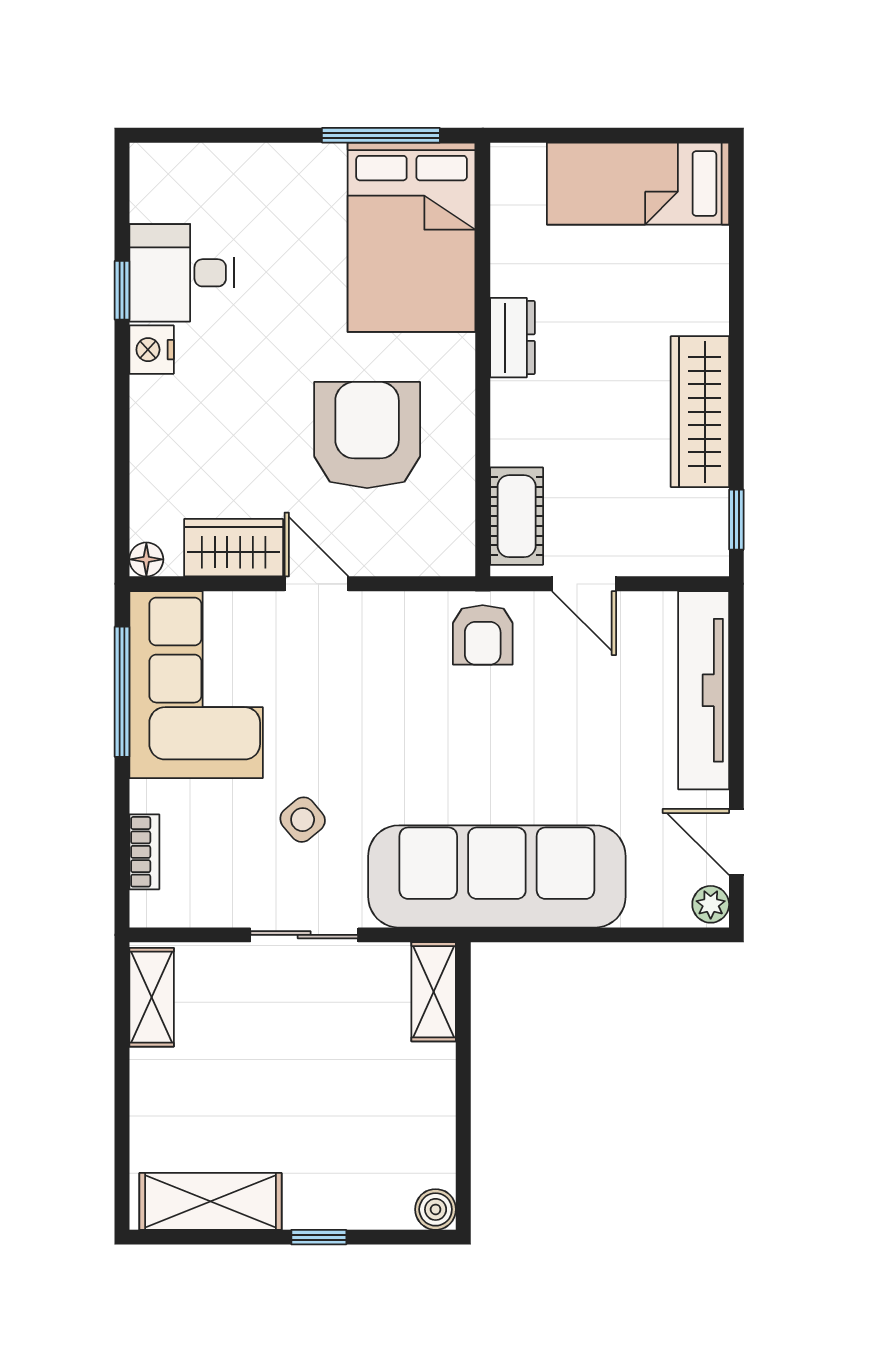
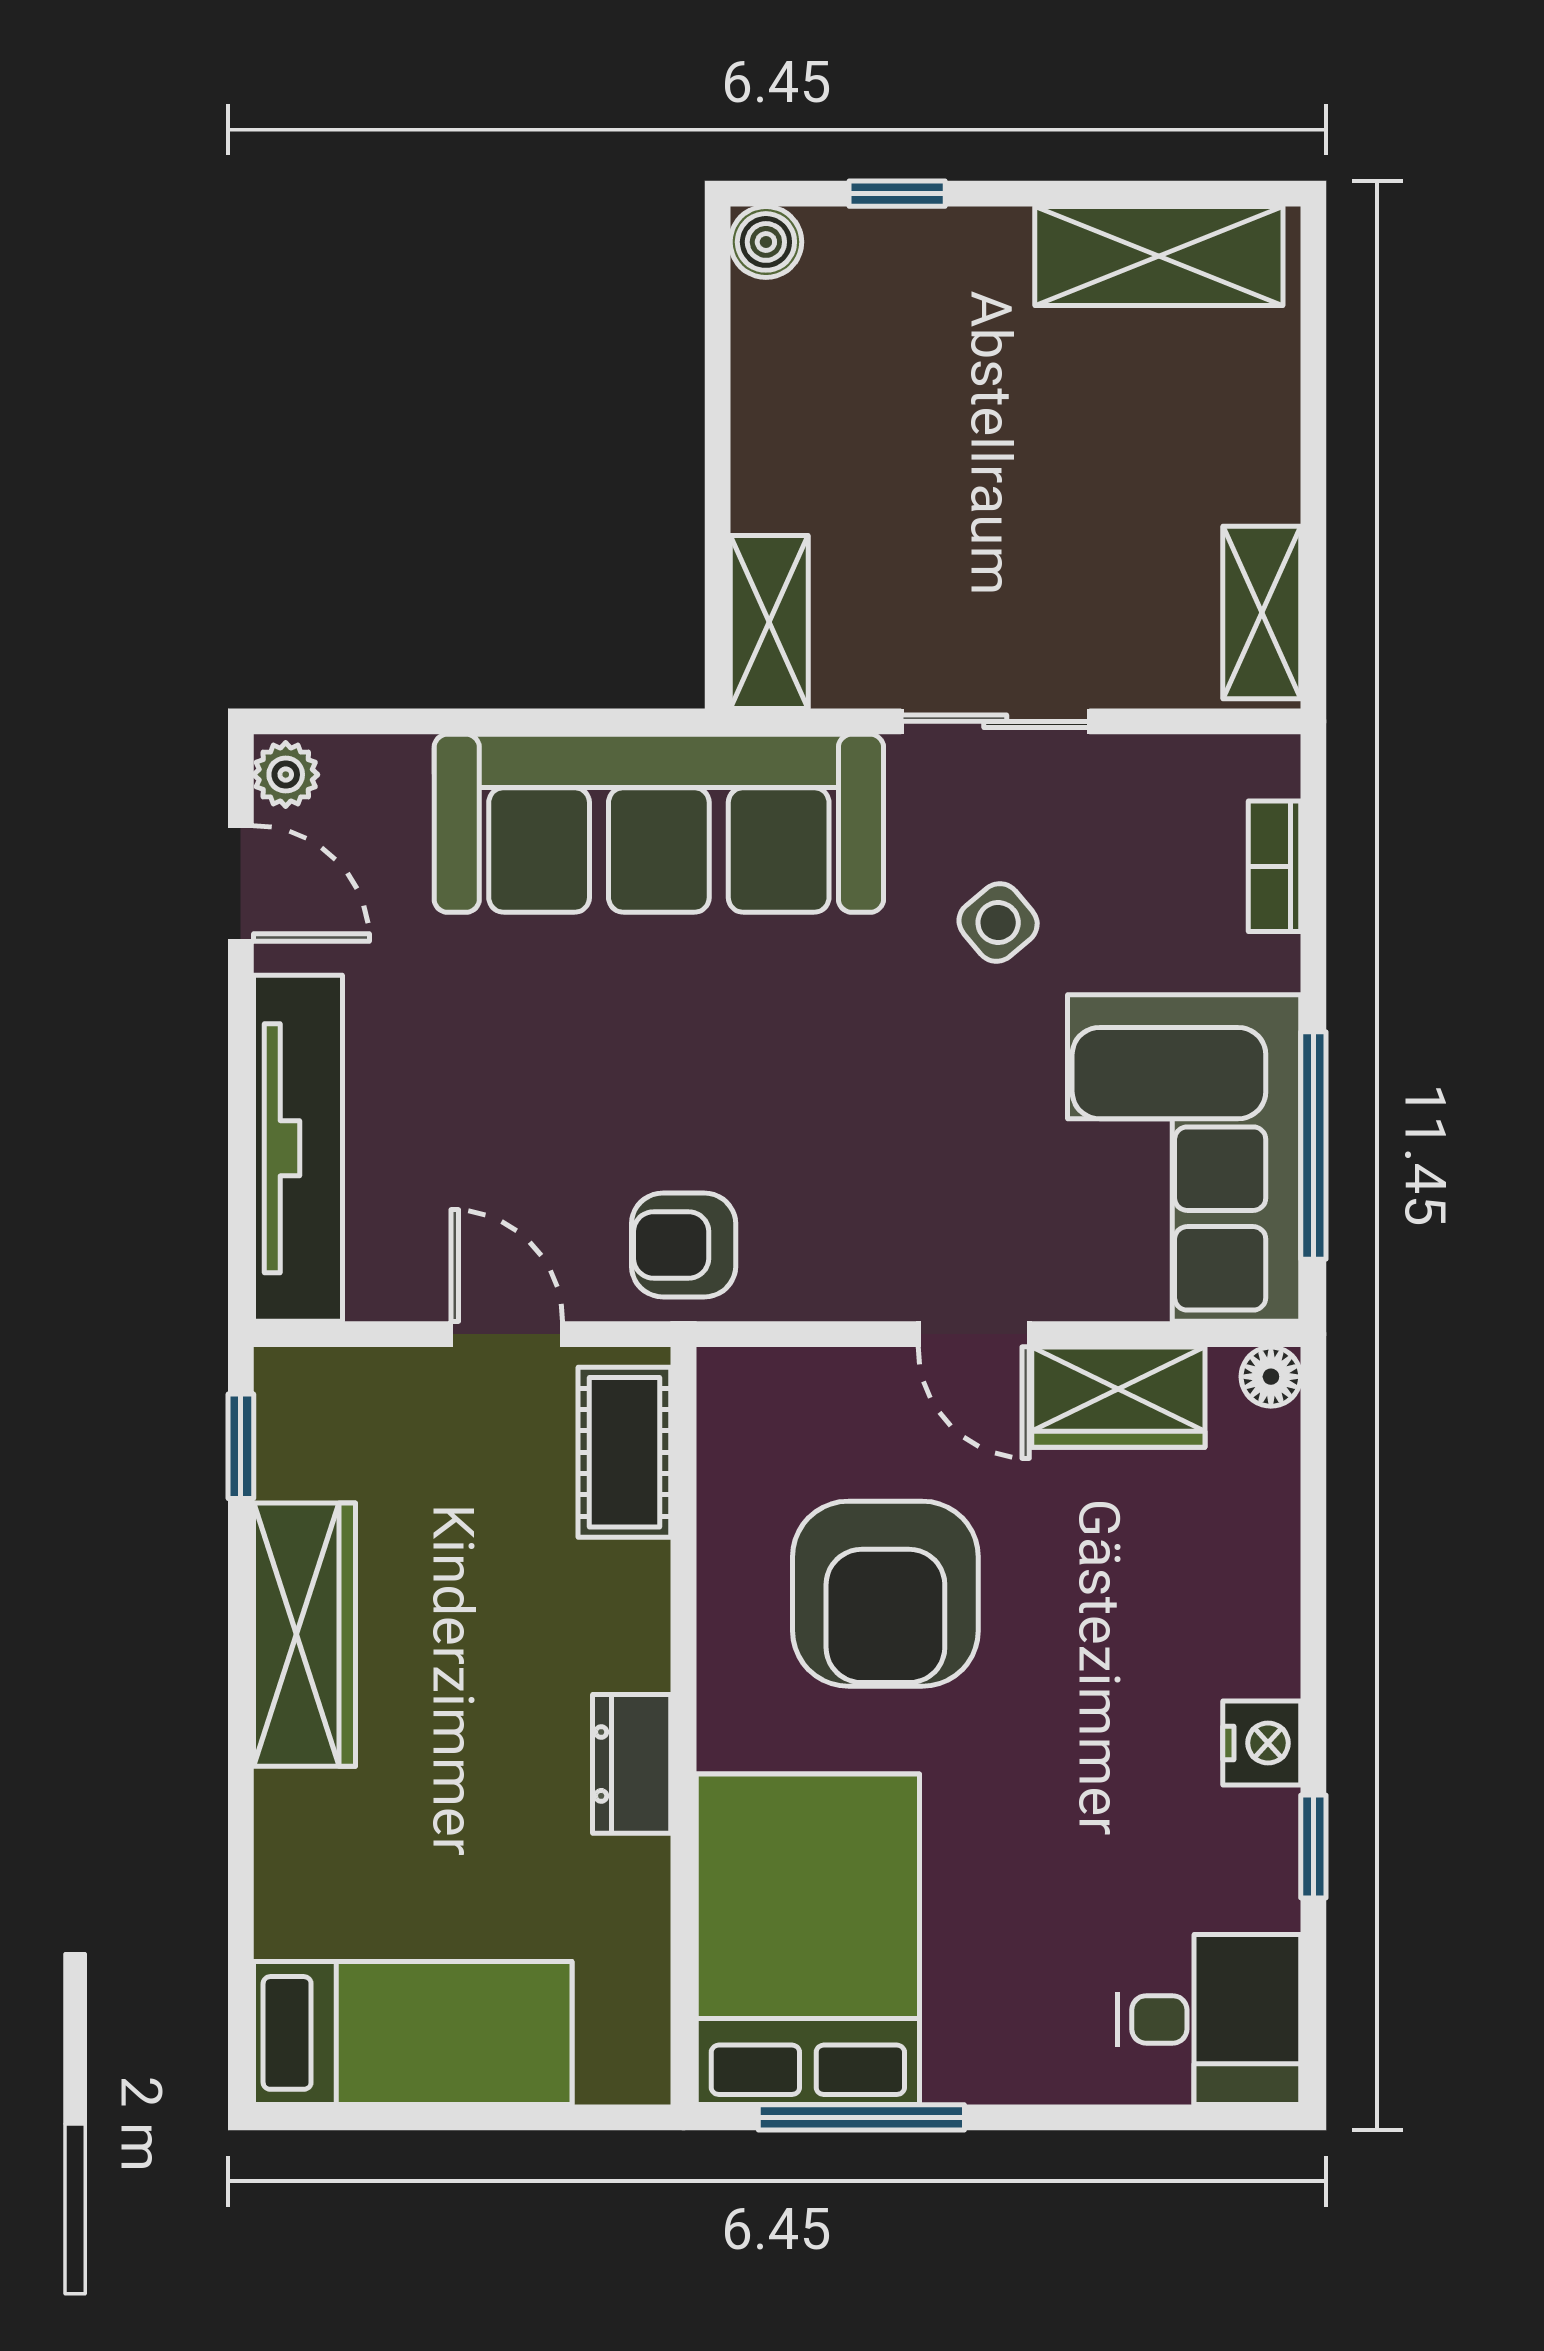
desk: (182, 273) -> (1209, 2019), moved
armchair: (483, 635) -> (684, 1245), turned -90
window: (319, 1237) -> (897, 194), moved

